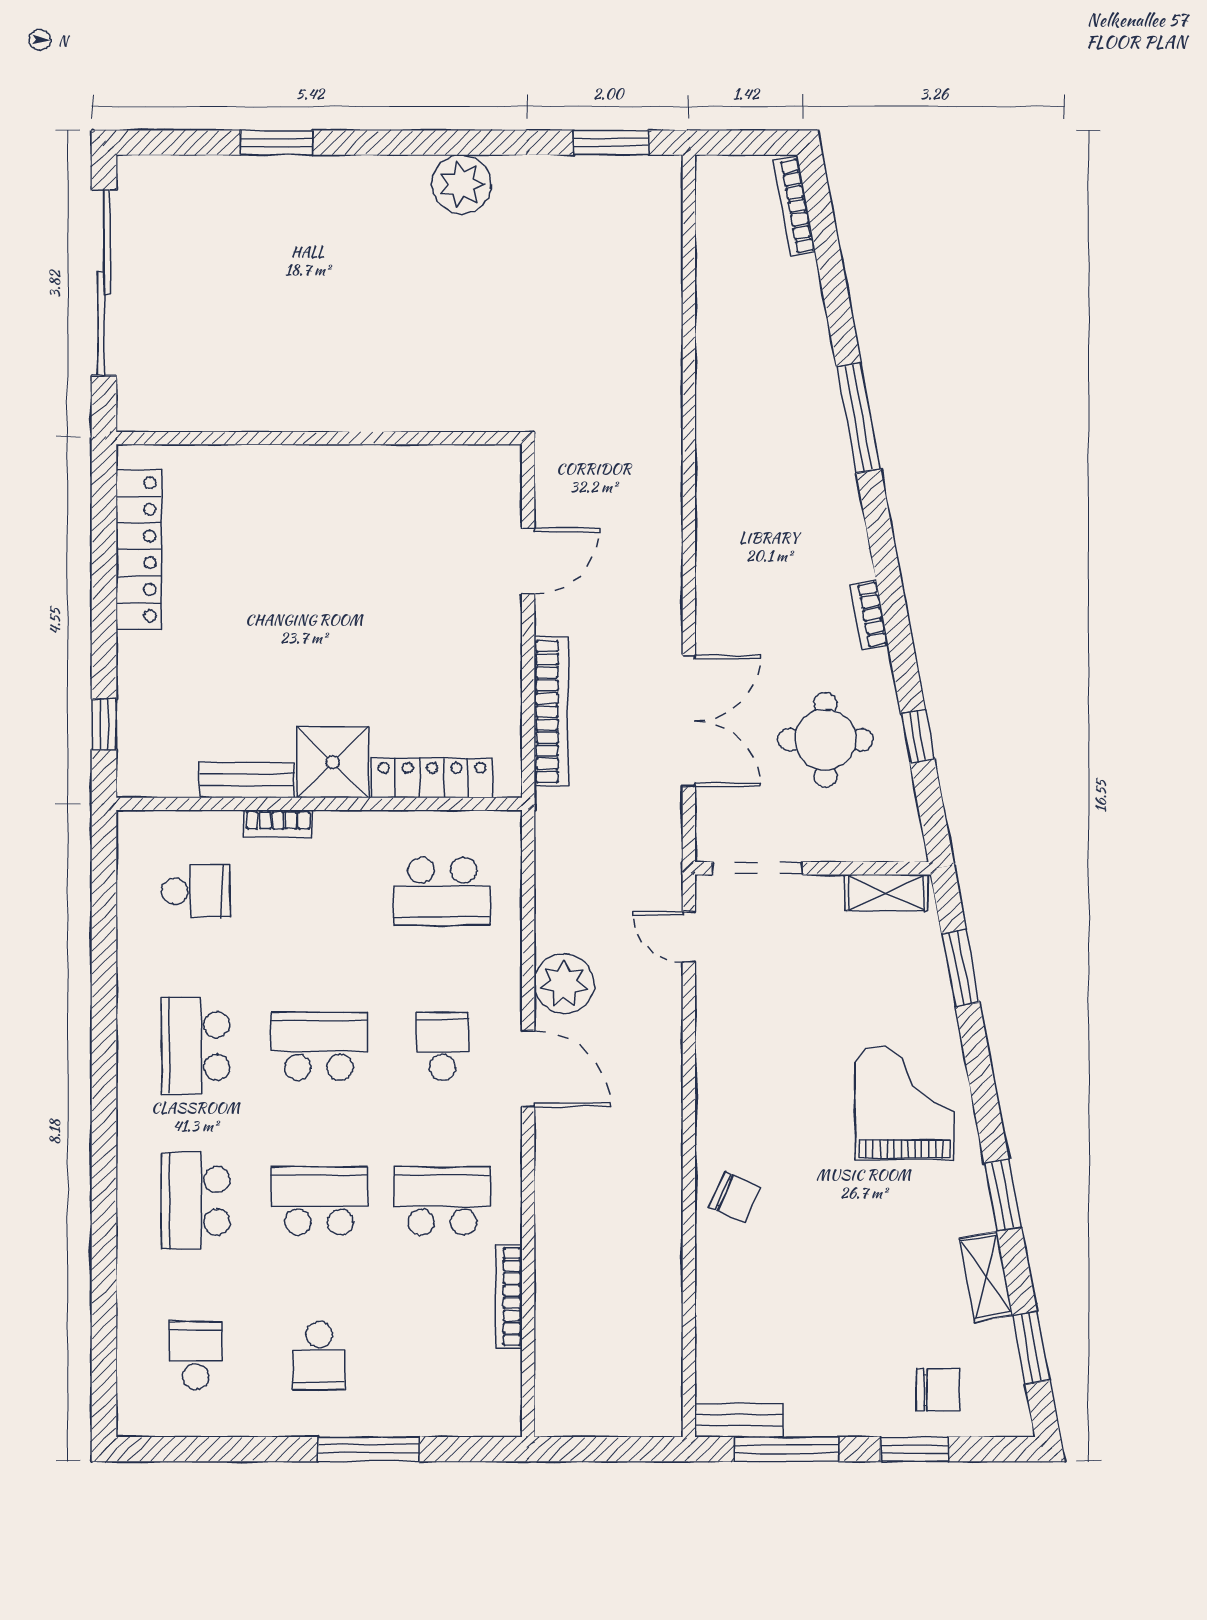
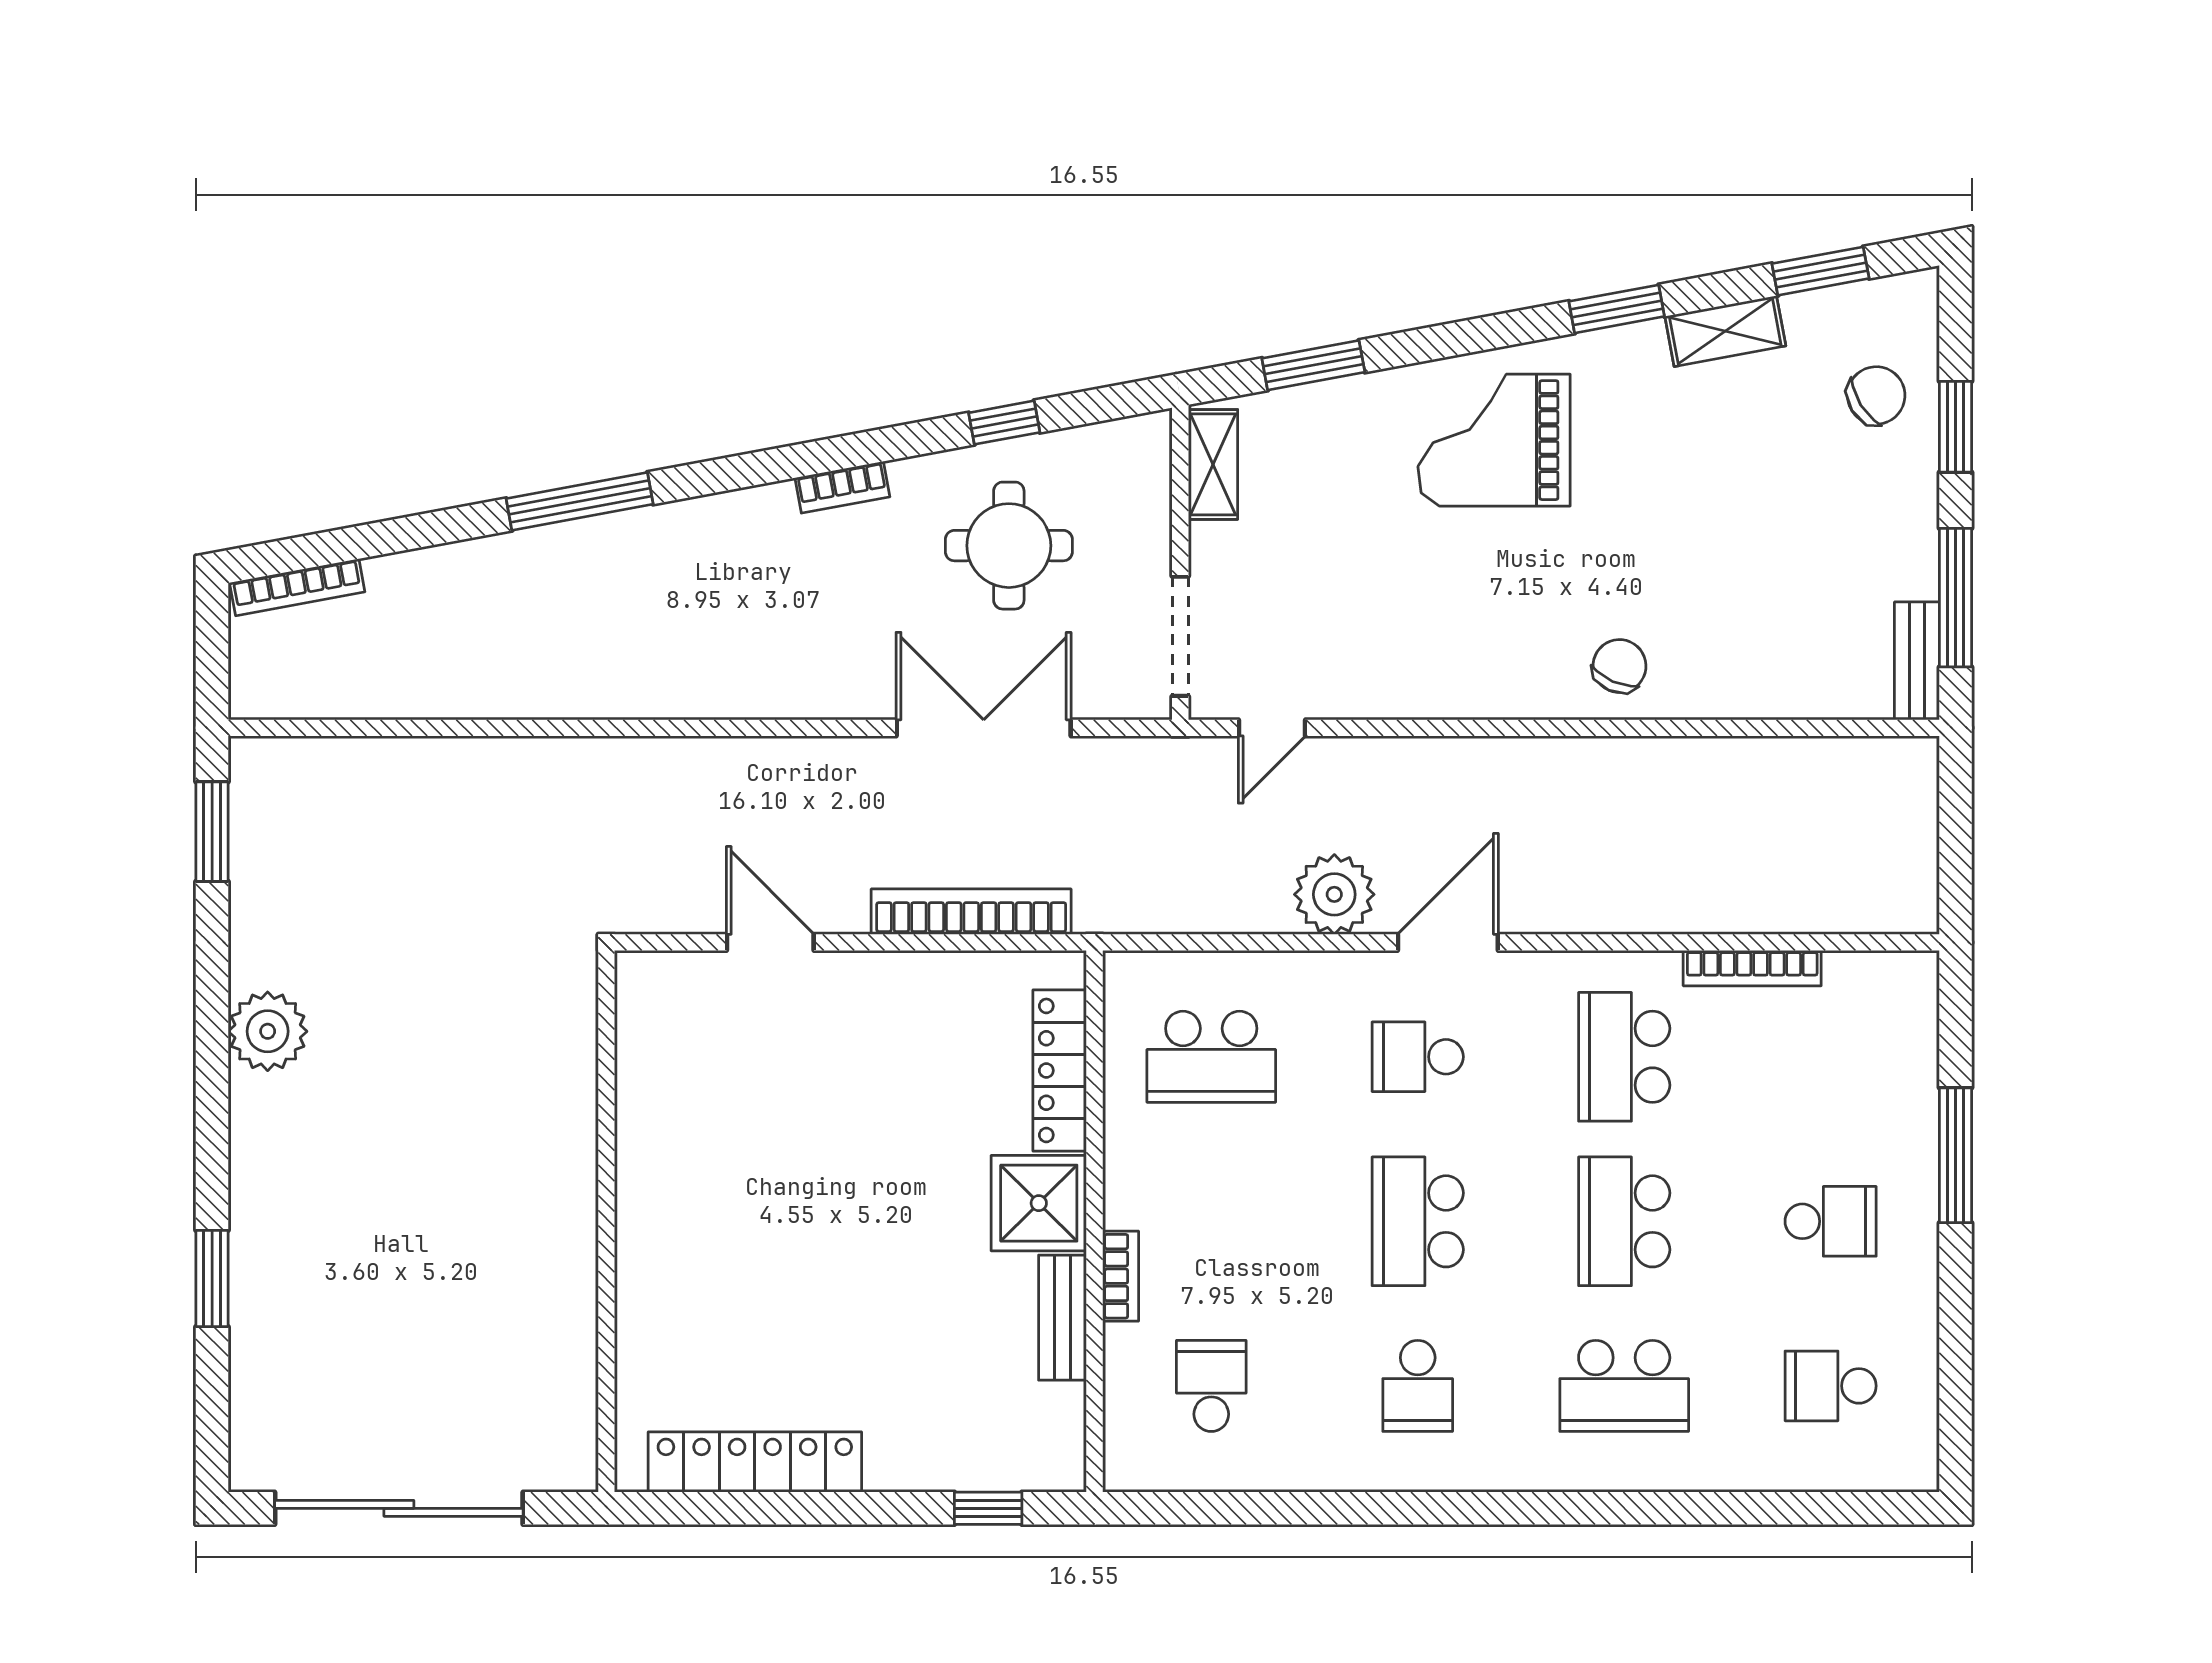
school desk: (442, 891) -> (1211, 1057), turned 90
school desk: (196, 1046) -> (1418, 1386), width x0.54
chair: (938, 1390) -> (1876, 395), turned 58

